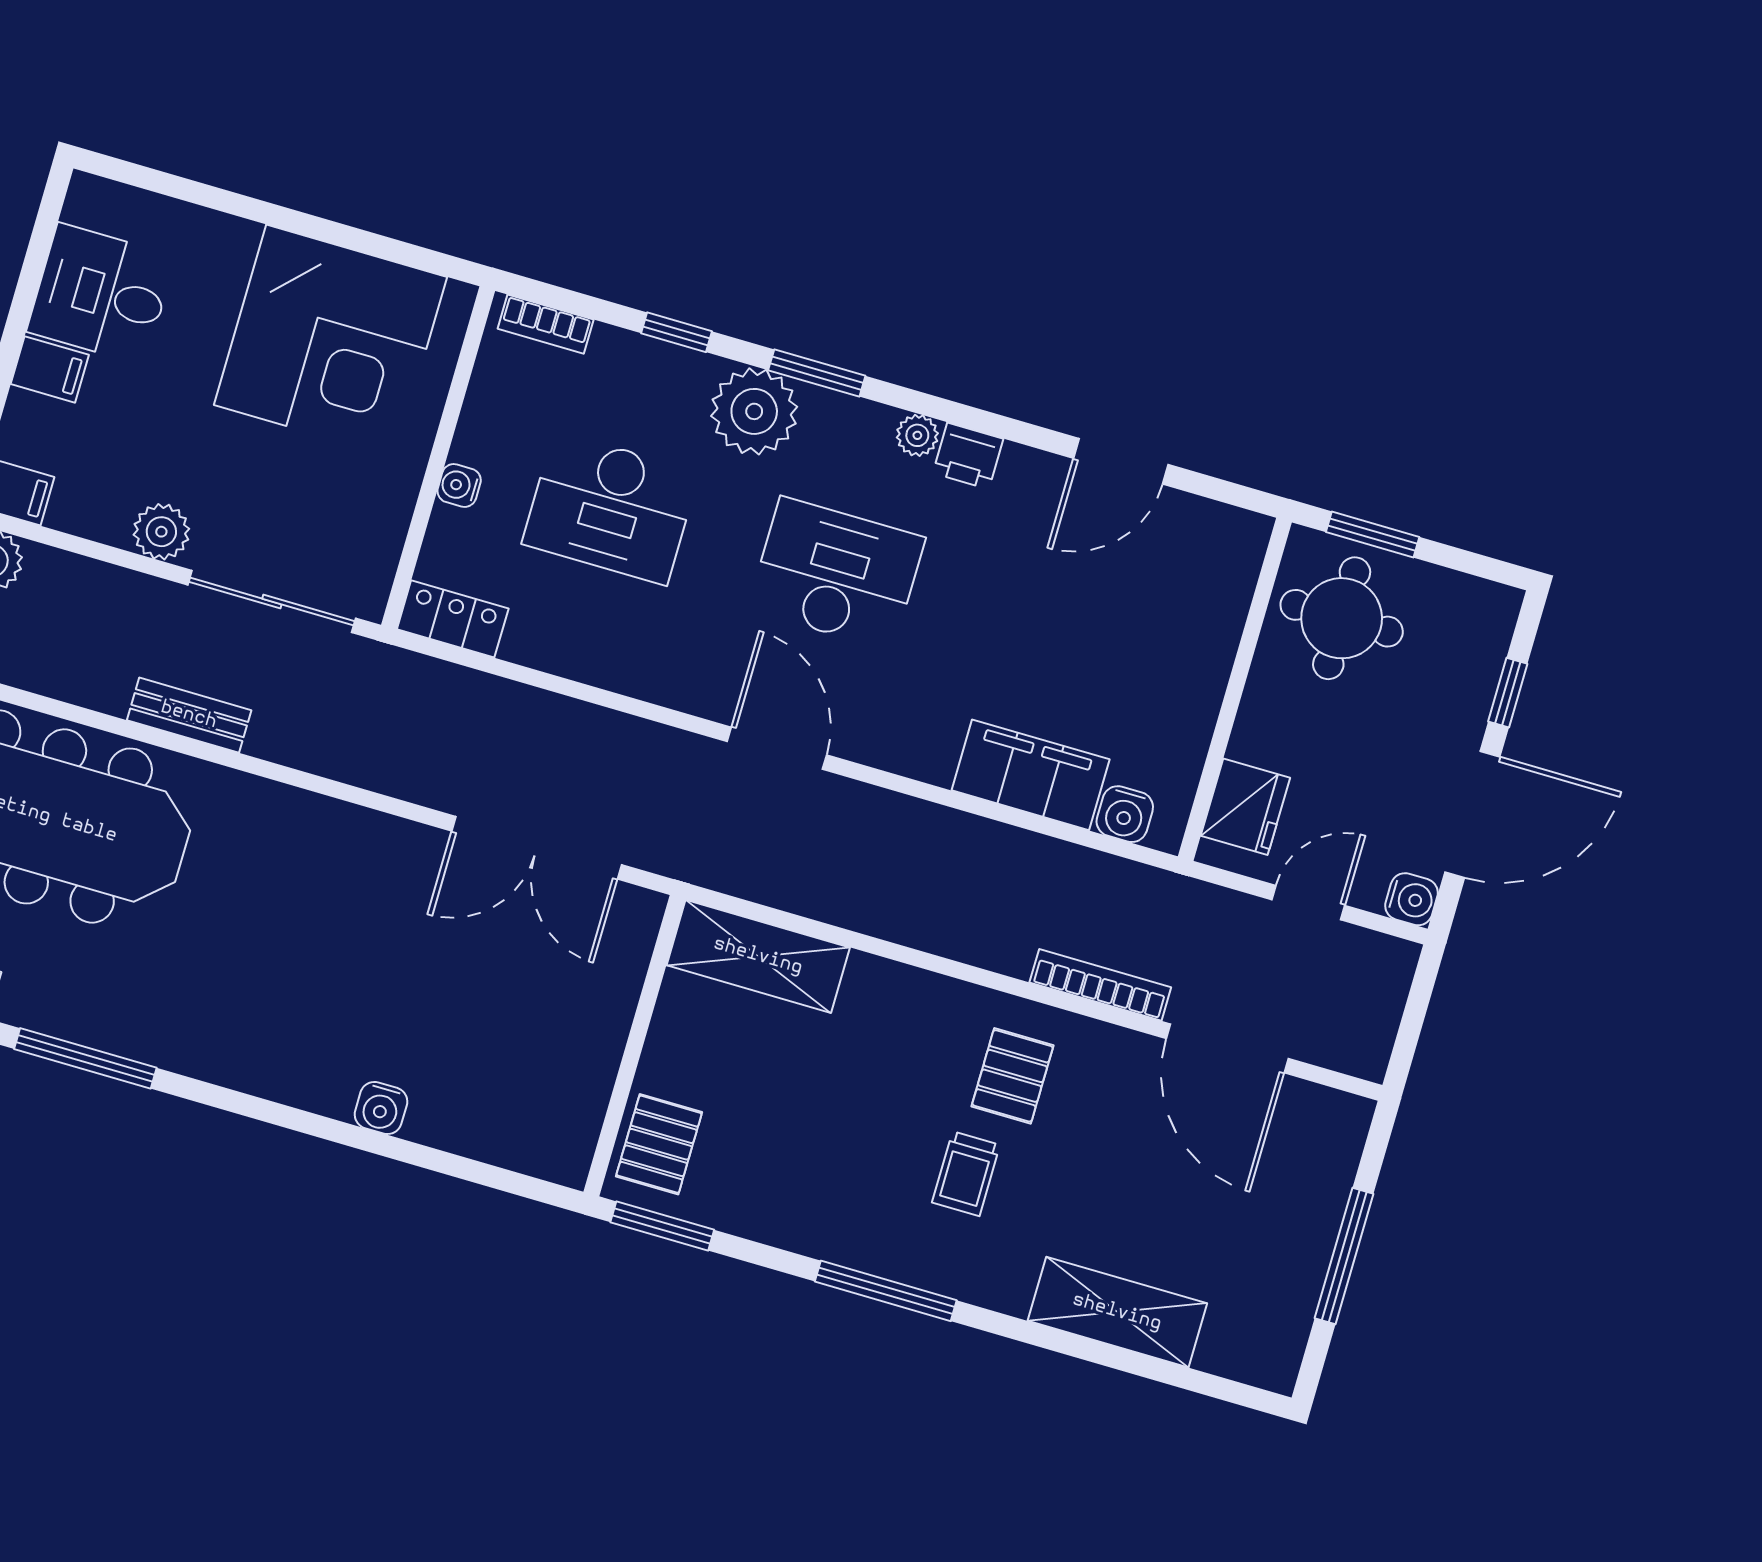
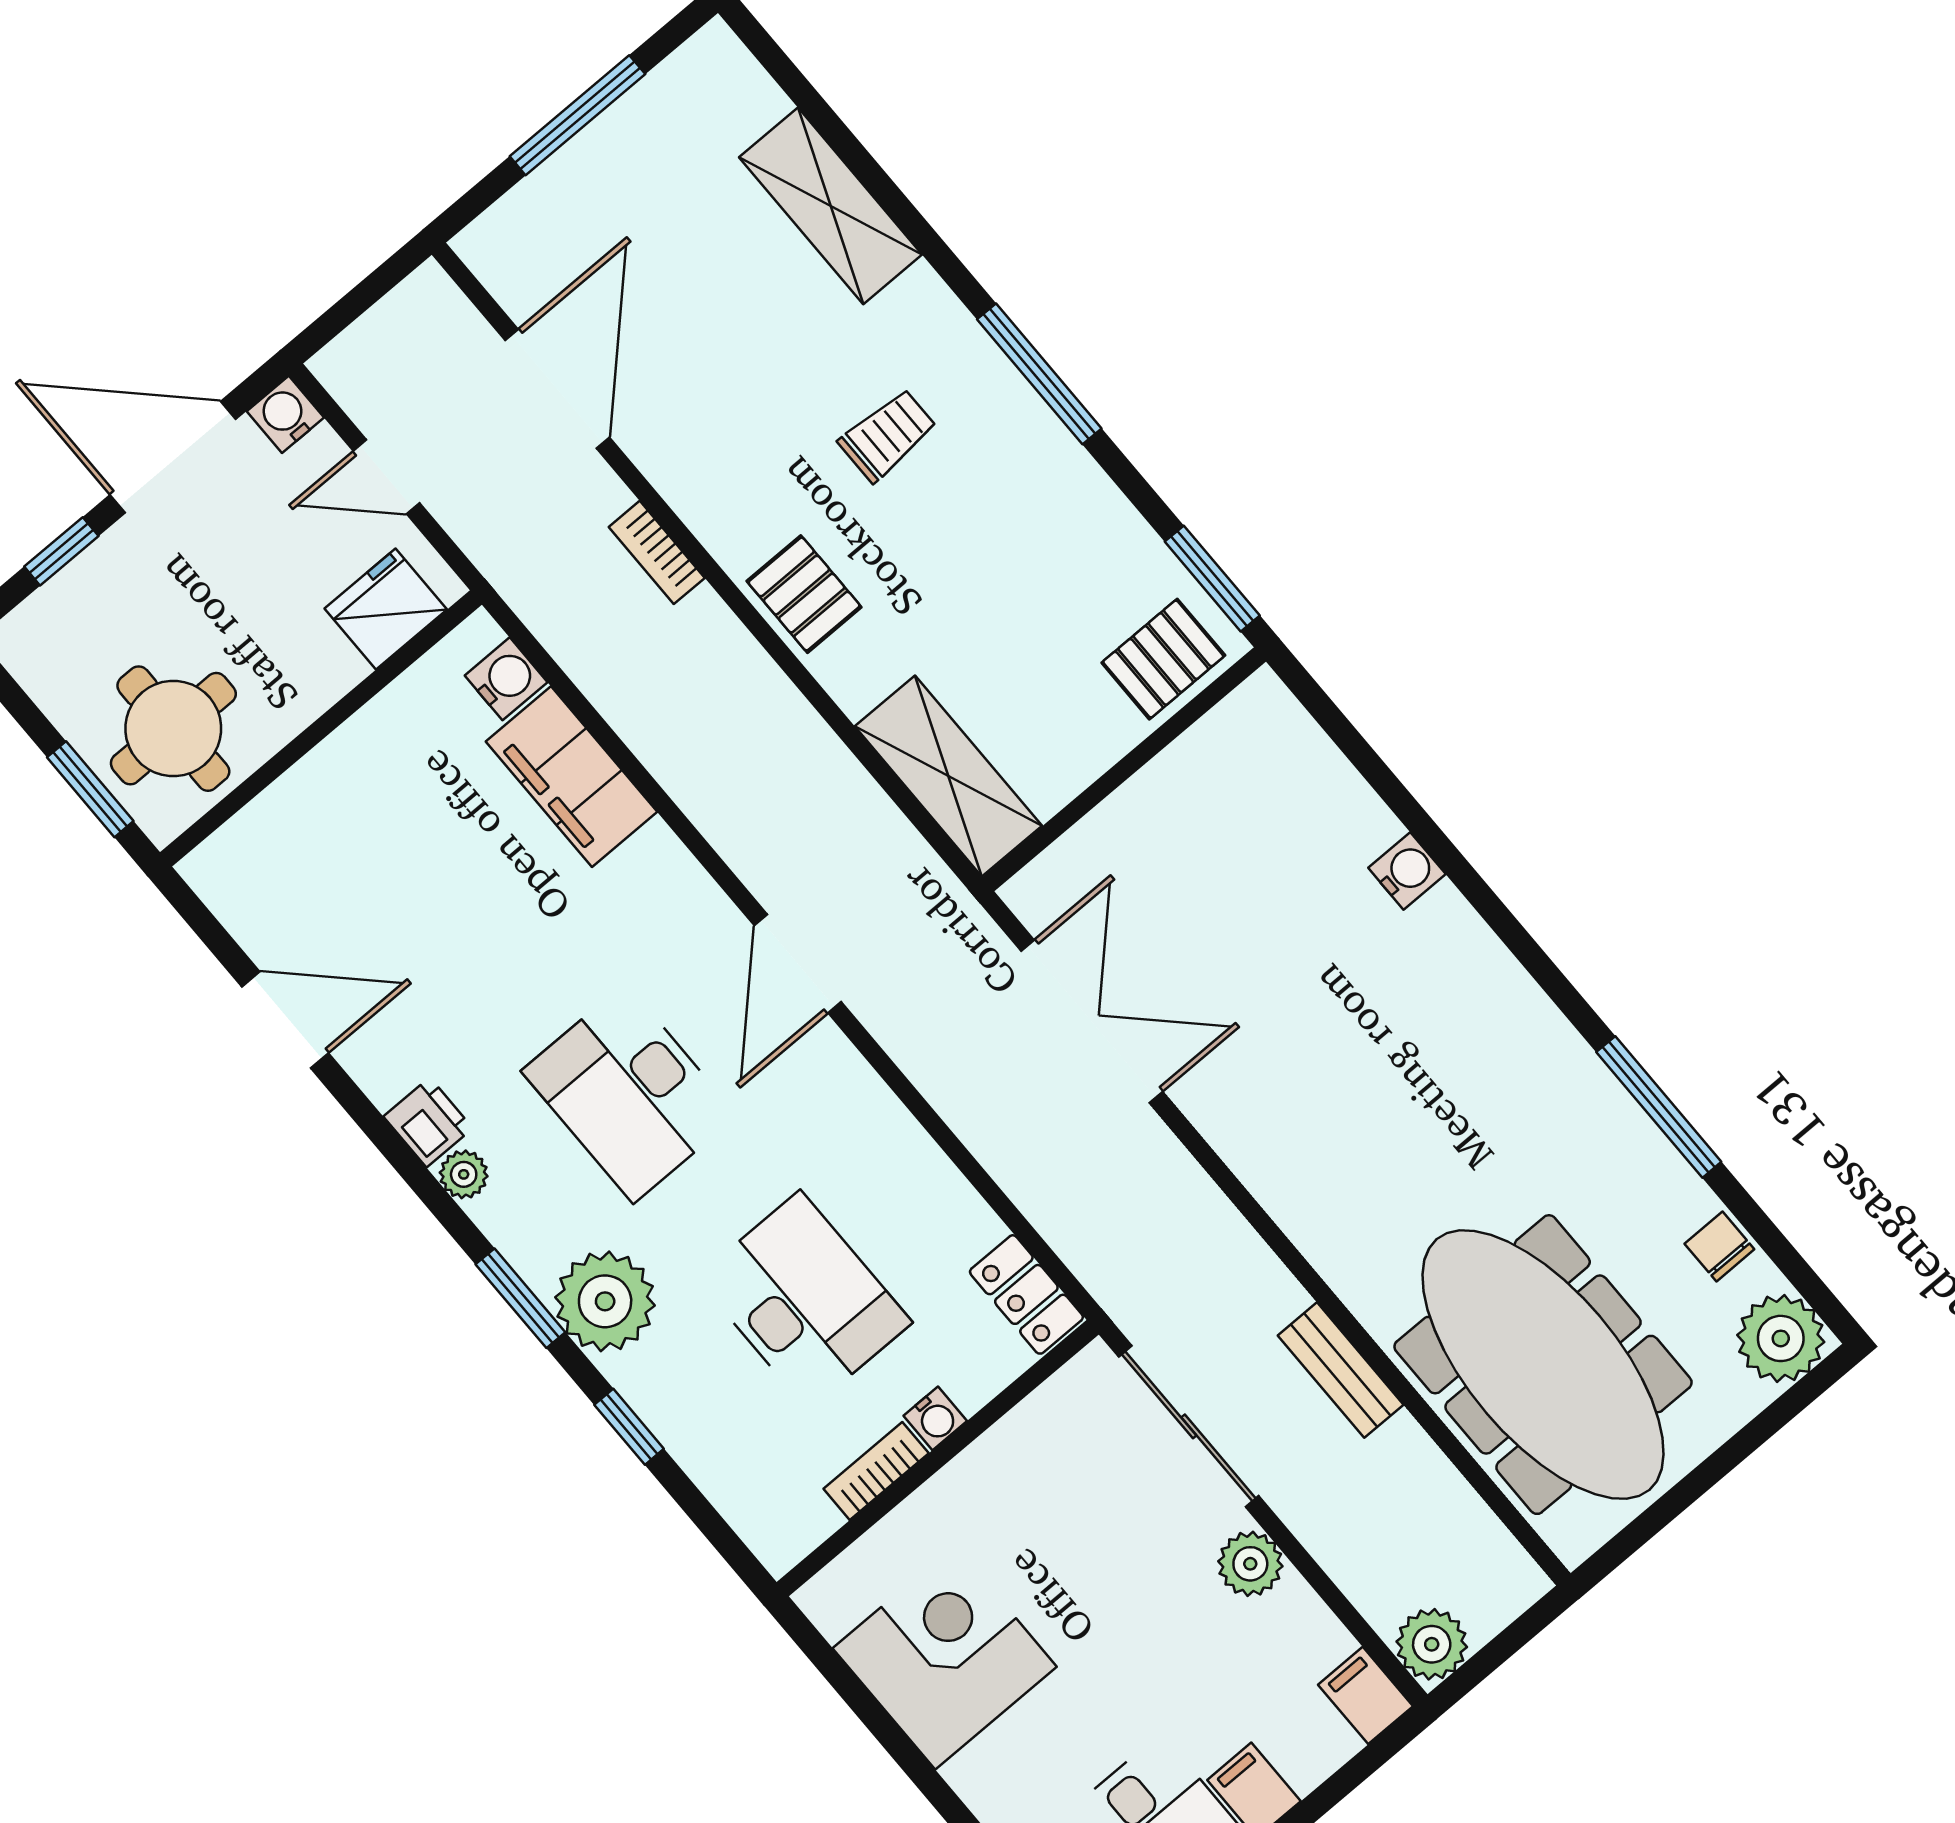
bookcase: (546, 324) -> (876, 1471), moved, turned -90
corner desk: (330, 341) -> (945, 1657), width x0.74, depth x0.74
bookcase: (1100, 985) -> (657, 552), width x0.64
pallet: (1013, 1076) -> (804, 594), moved, turned 90

